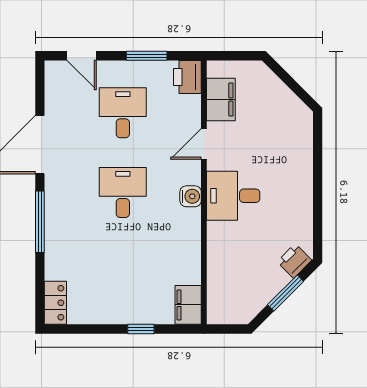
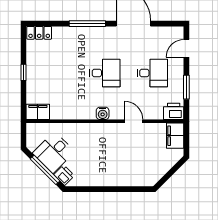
filing cabinet: (221, 99) -> (175, 136), moved, turned 90
desk: (233, 196) -> (54, 152), moved, turned -135
window: (286, 293) -> (45, 170), width x1.44
window: (141, 329) -> (24, 72), moved

